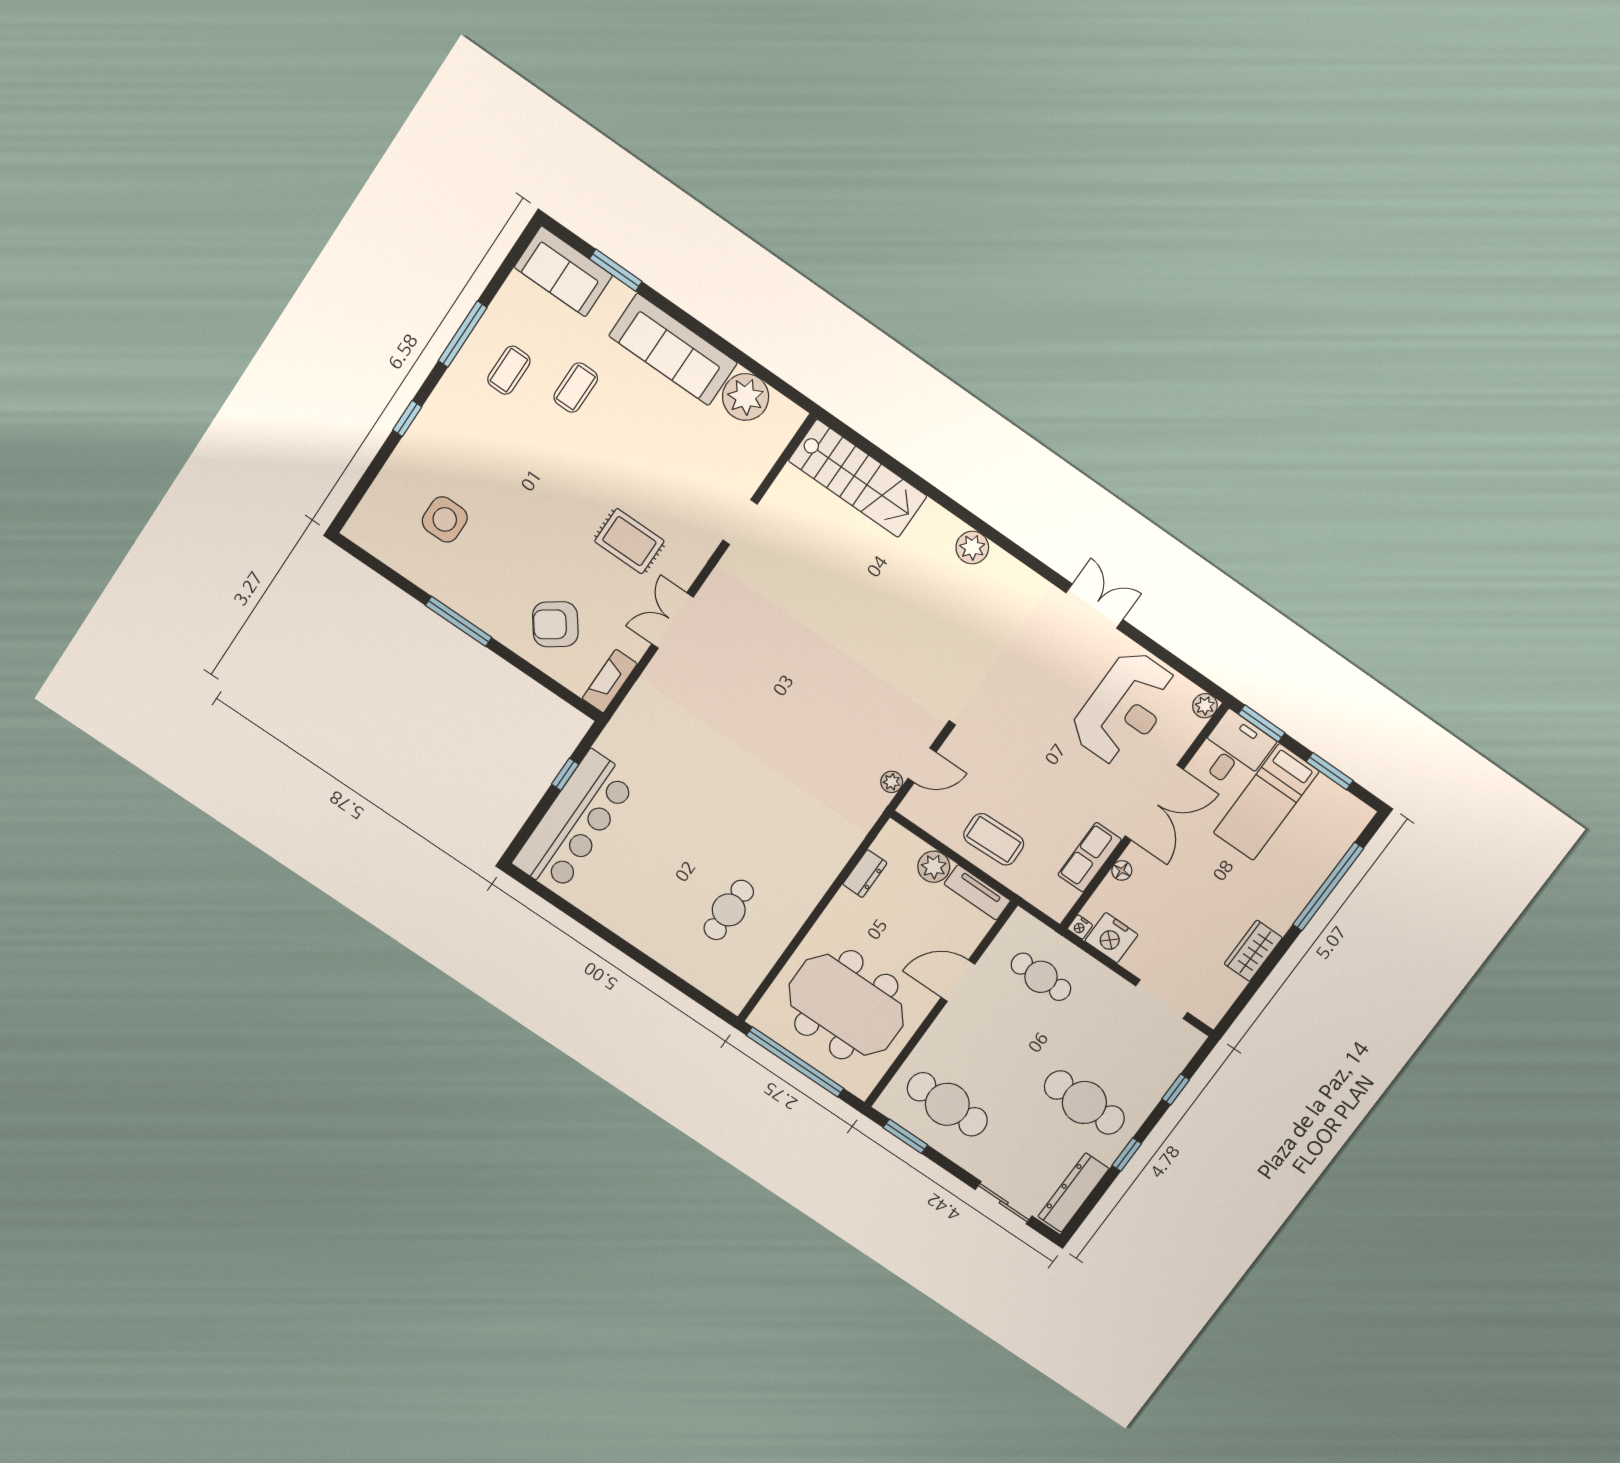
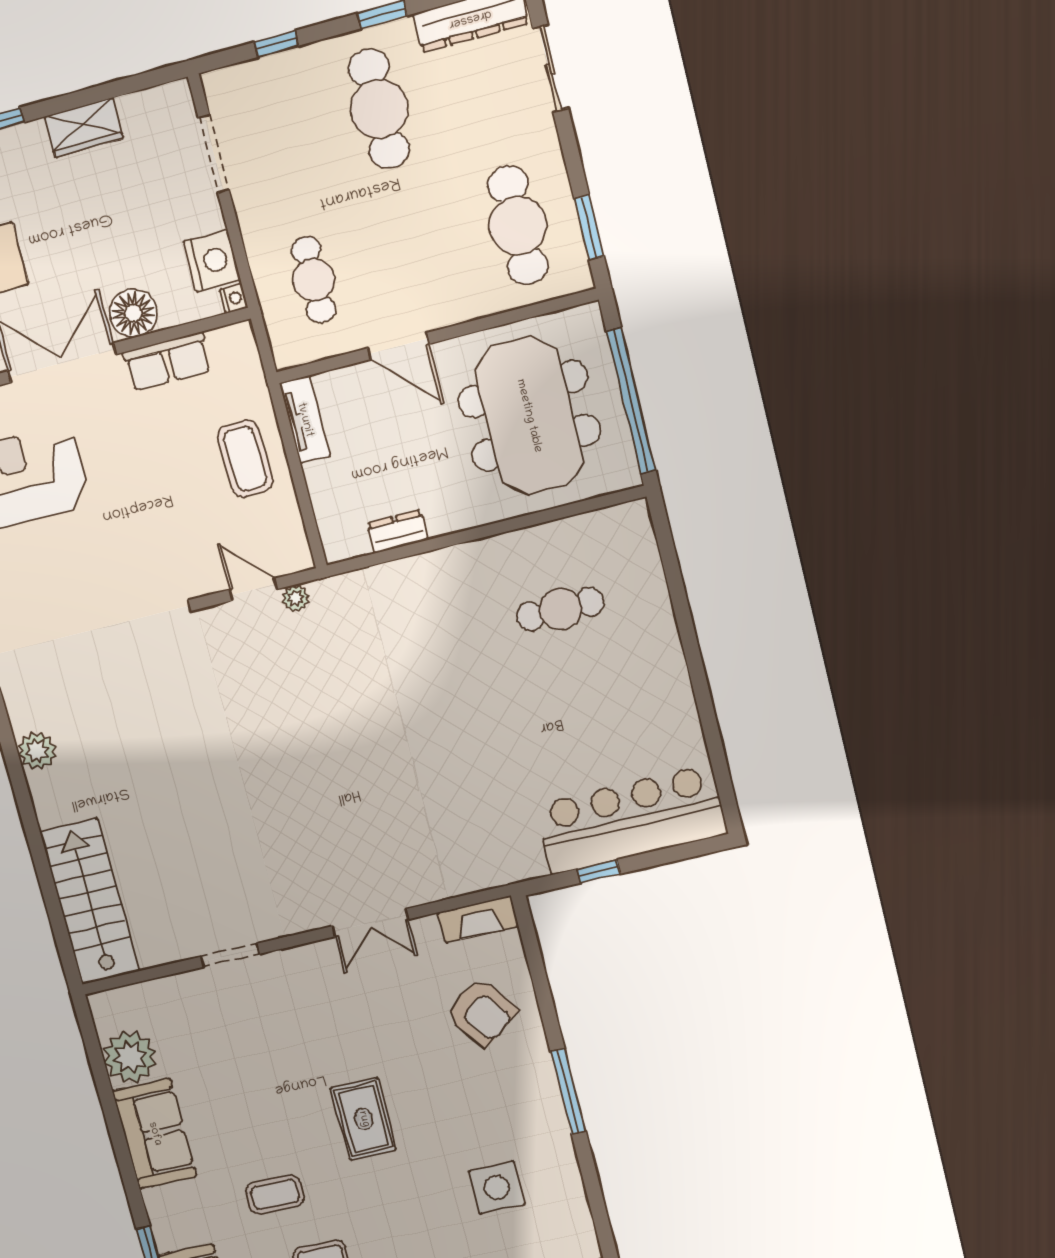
sofa: (673, 349) -> (155, 1134), width x0.73
rug: (629, 541) -> (364, 1119), moved
plant: (934, 867) -> (325, 481), removed
floor lamp: (1122, 870) -> (133, 313), width x1.89, depth x1.89

